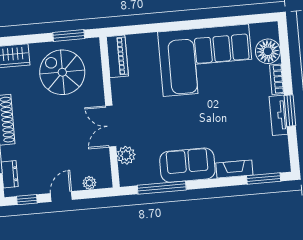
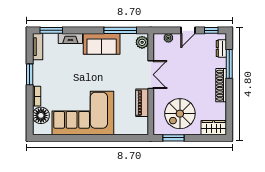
piano: (117, 56) -> (142, 103), moved
spiral stairs: (62, 72) -> (180, 114), turned 90
tv unit: (278, 115) -> (38, 47), moved
plant: (126, 155) -> (142, 42), moved

